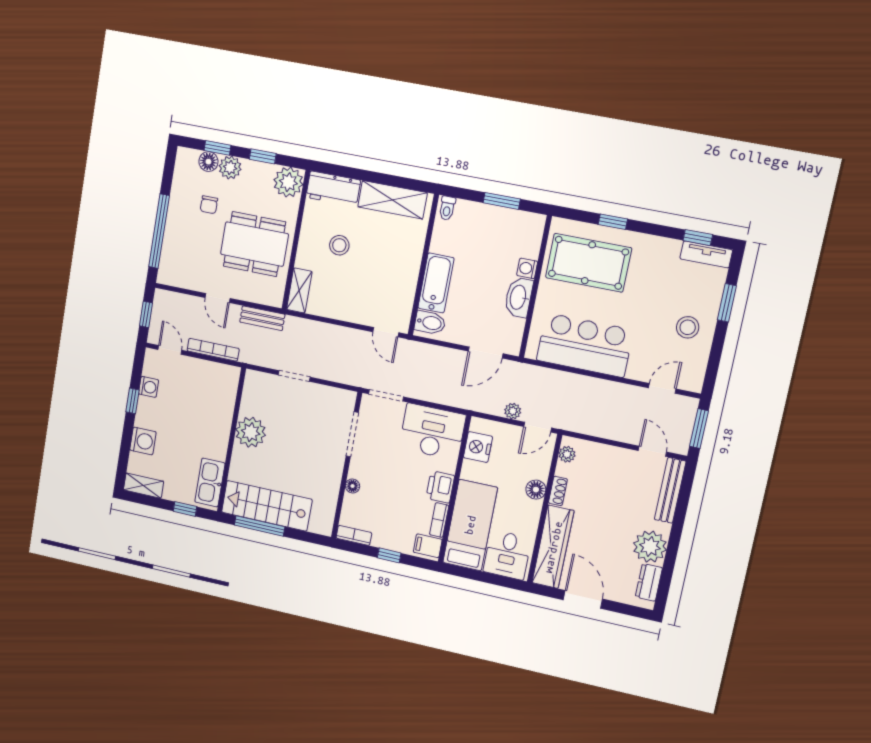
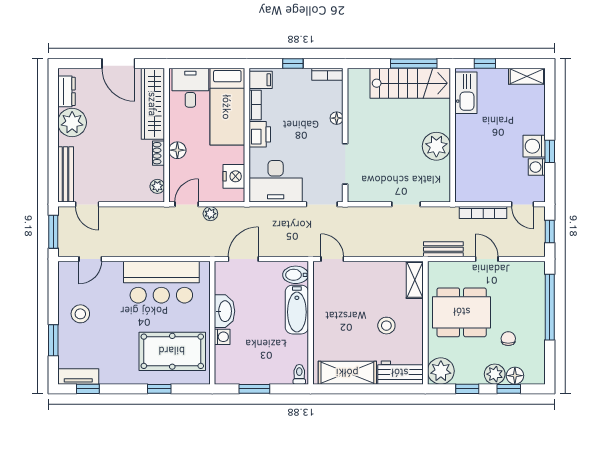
washing machine: (143, 441) -> (534, 146), moved

